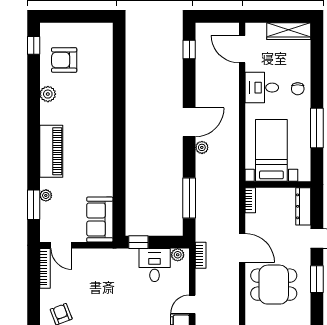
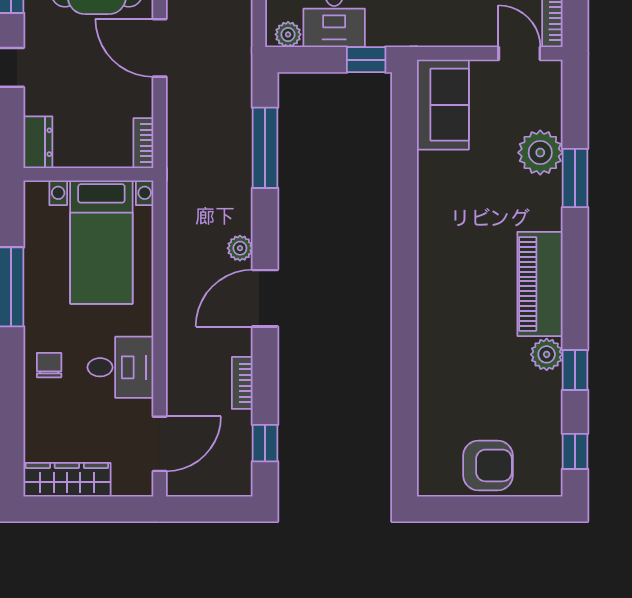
door: (242, 49) -> (160, 444), hinge flipped
armchair: (64, 60) -> (488, 465), moved
window: (34, 86) -> (575, 370), added
piano: (51, 151) -> (540, 284), moved
plant: (46, 195) -> (540, 153), width x1.88, depth x1.88
window: (34, 205) -> (575, 178), moved
dresser: (303, 206) -> (38, 142), width x0.70
bookcase: (201, 255) -> (242, 383), moved

